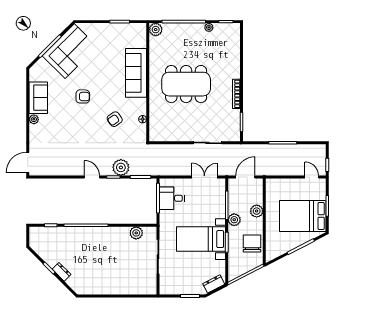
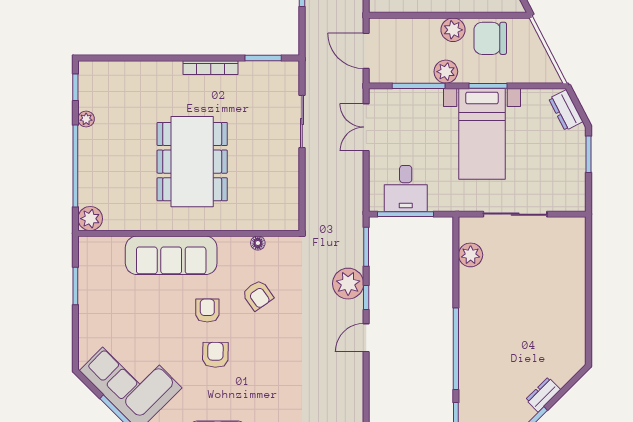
armchair: (106, 92) -> (207, 311), added
plant: (257, 211) -> (453, 30), moved

